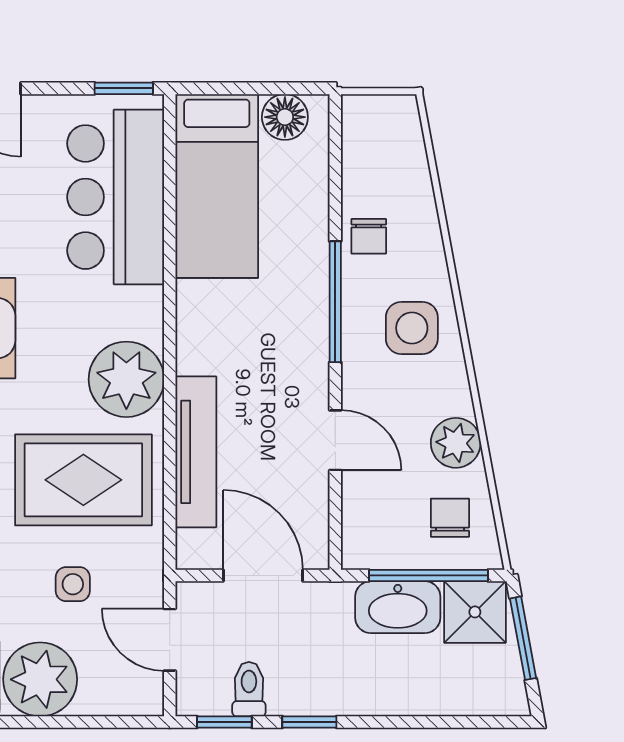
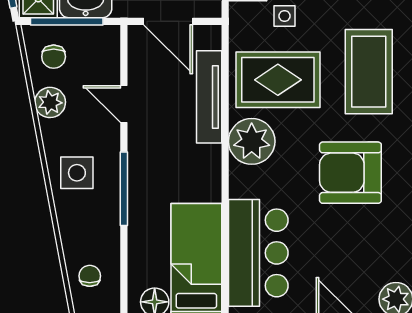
chair: (369, 236) -> (90, 276), moved

